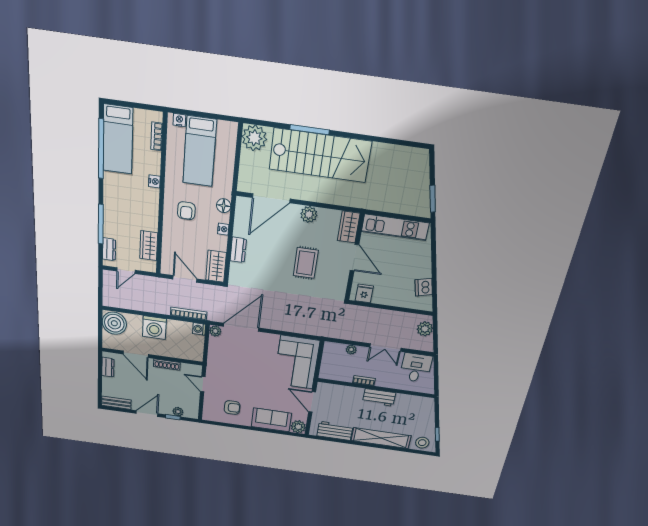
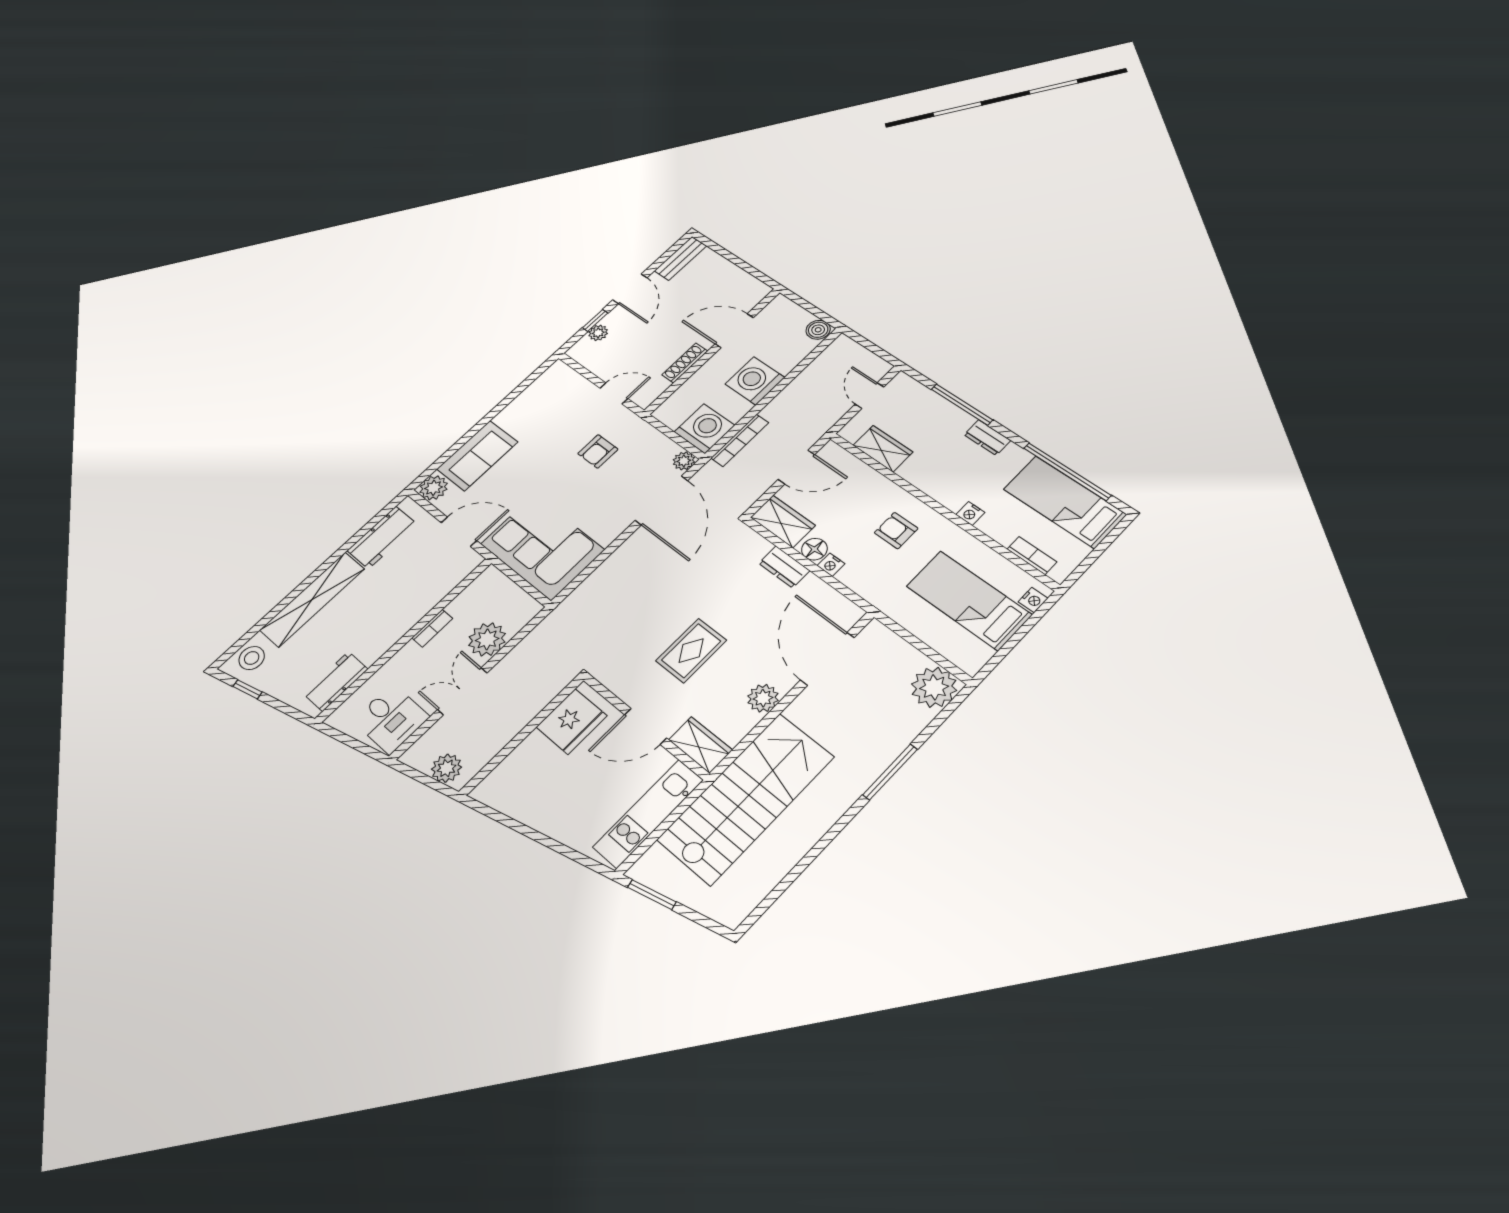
stairs: (320, 155) -> (746, 798), moved, turned 180
floor lamp: (224, 206) -> (814, 549), moved
dresser: (109, 249) -> (987, 438), moved
rug: (306, 263) -> (691, 651), turned 90
dishwasher: (424, 287) -> (518, 804), removed
fridge: (364, 293) -> (572, 721), width x1.88, depth x1.34
boiler: (114, 323) -> (818, 330), width x0.54, depth x0.54
washing machine: (199, 329) -> (704, 429), width x1.89, depth x1.89
plant: (351, 350) -> (487, 639), width x1.87, depth x1.87
dresser: (108, 367) -> (744, 281), removed
workbench: (379, 397) -> (336, 681), moved
armchair: (232, 408) -> (598, 451), moved

